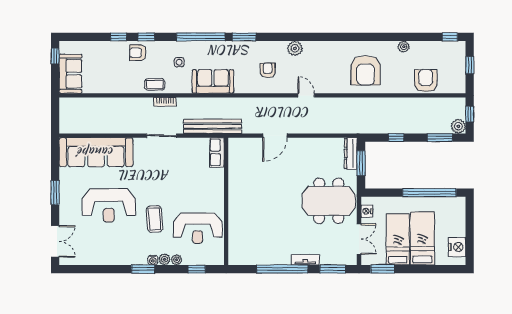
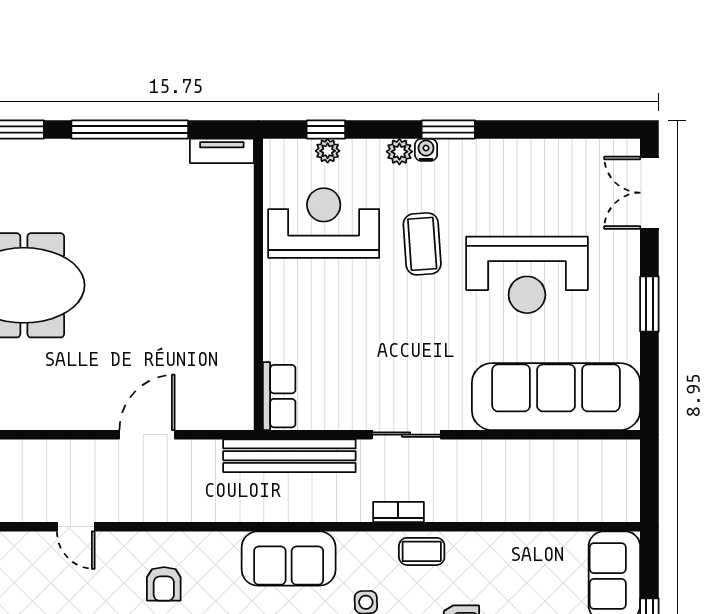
reception desk: (109, 205) -> (527, 275), turned 180
plant: (177, 260) -> (328, 151), moved
tv unit: (305, 260) -> (222, 151), moved

